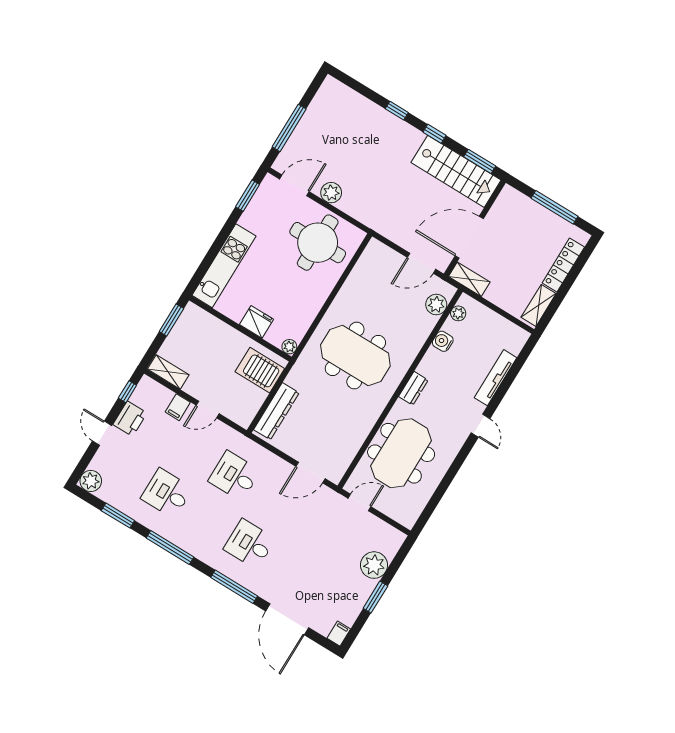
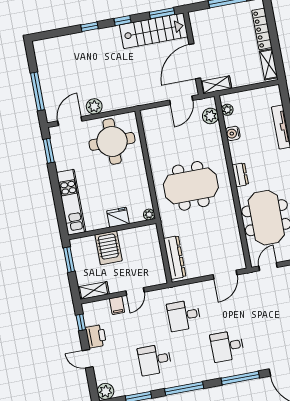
server rack: (260, 370) -> (109, 248), moved, turned -90

